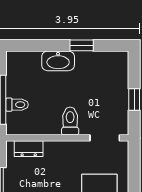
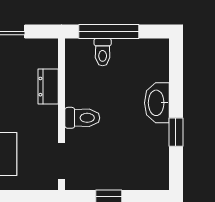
dresser: (29, 149) -> (48, 87), moved

